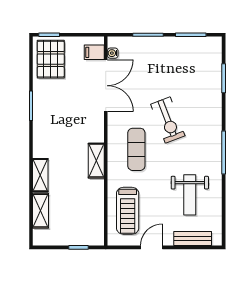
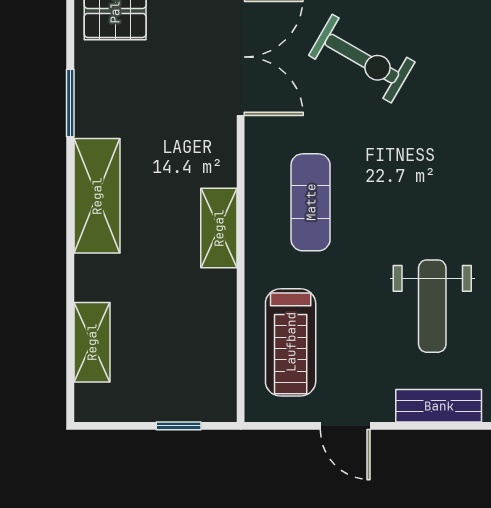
exercise bike: (168, 120) -> (362, 59), moved, turned -39
shelving: (40, 175) -> (97, 196), moved, width x1.50, depth x1.33
door: (152, 247) -> (345, 426), swing flipped

